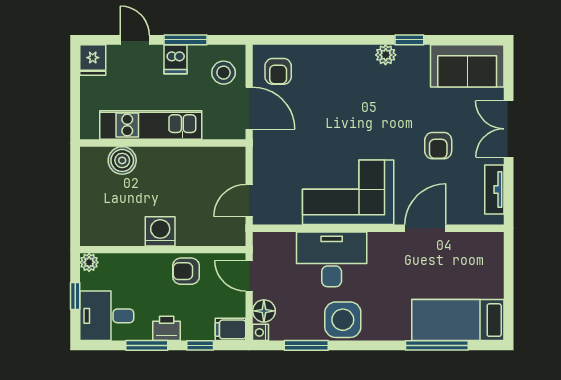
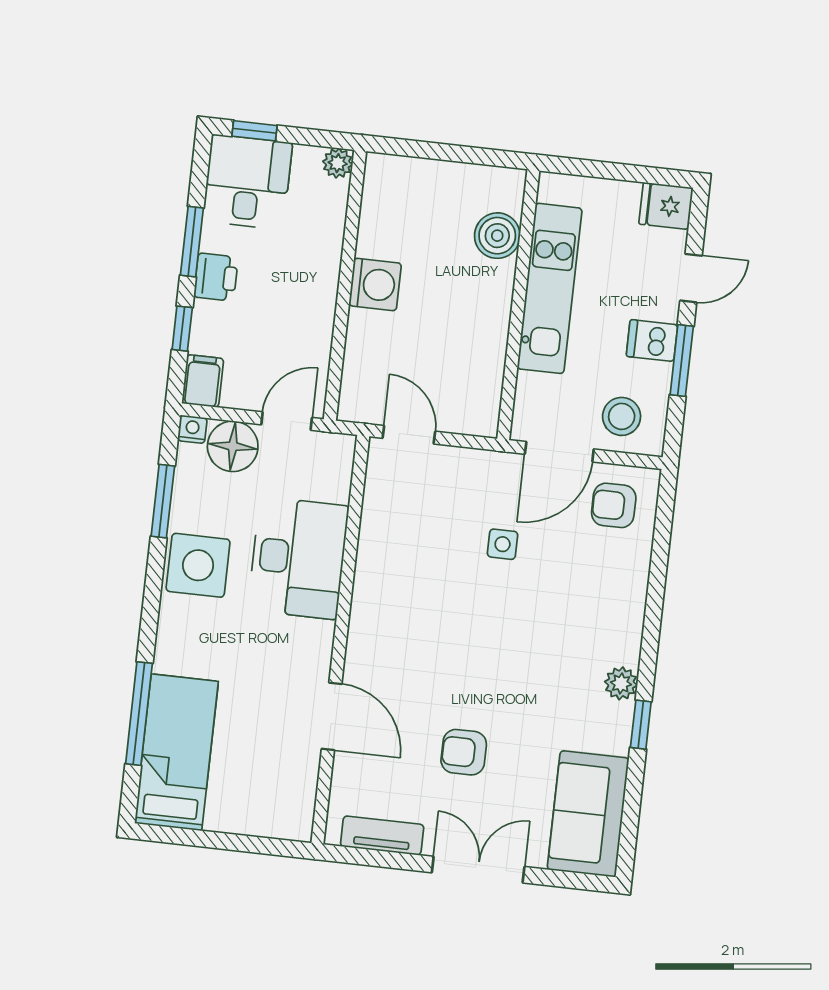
side table: (309, 136) -> (503, 544), added
corner sofa: (348, 192) -> (404, 597), removed
armchair: (186, 271) -> (306, 319), removed
window: (75, 296) -> (255, 131), moved
floor lamp: (264, 311) -> (233, 446), width x1.38, depth x1.38

